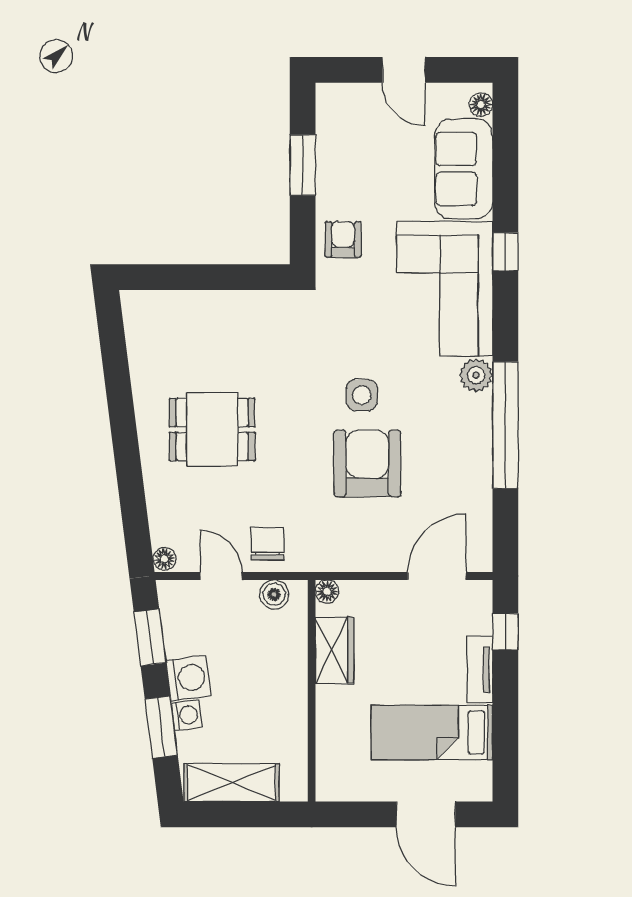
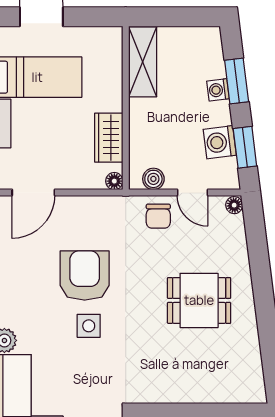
armchair: (367, 463) -> (85, 276), turned 180
washing machine: (188, 678) -> (220, 142), moved
shelving: (232, 783) -> (143, 62), moved, turned 90

